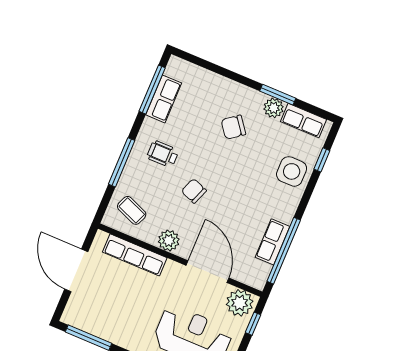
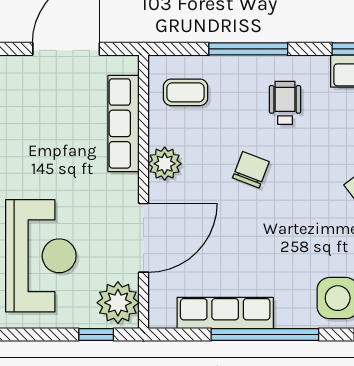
coffee table: (132, 210) -> (185, 92), turned 68
row of seats: (272, 242) -> (225, 313), width x1.48
window: (284, 251) -> (265, 334), moved

